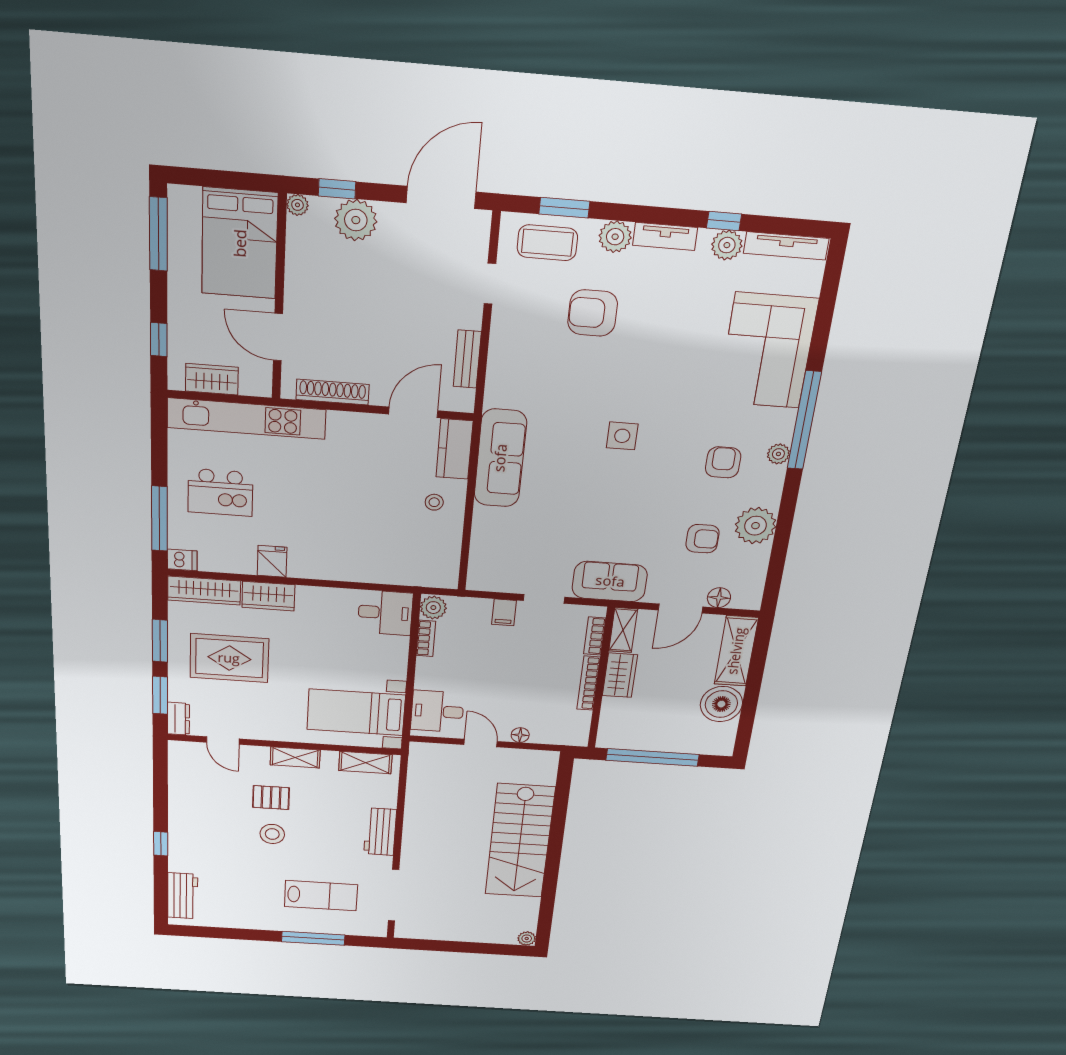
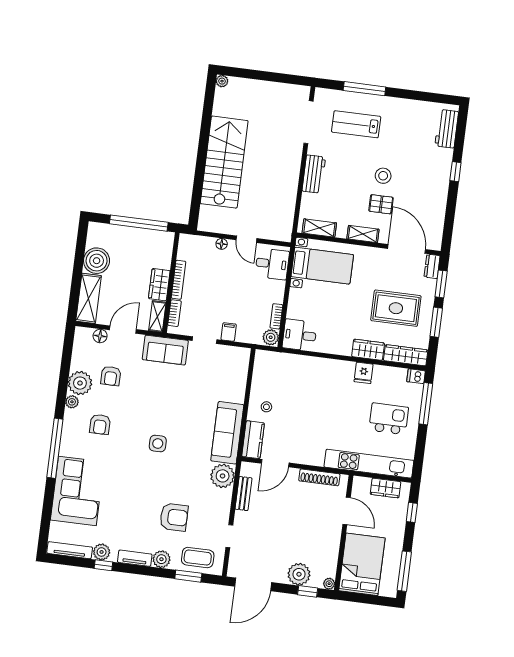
plant: (506, 387) -> (223, 476), added
plant: (778, 454) -> (72, 402), moved
armchair: (703, 539) -> (111, 376), turned -90
door: (223, 741) -> (407, 249), width x1.87

